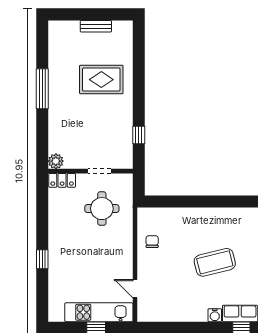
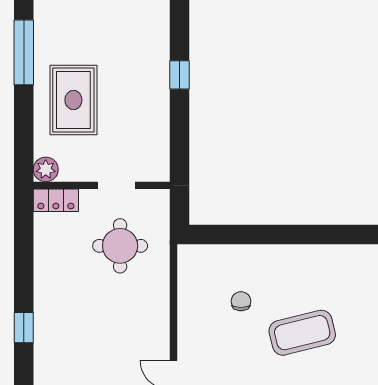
rug: (101, 80) -> (73, 100), moved, turned 90
window: (139, 135) -> (180, 75), moved
chair: (152, 242) -> (241, 301), moved

